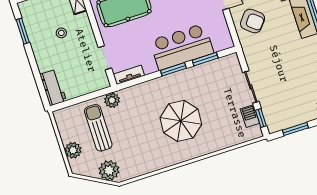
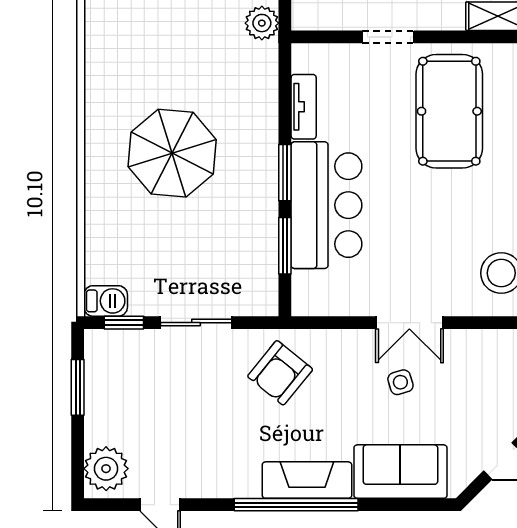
armchair: (253, 21) -> (280, 373), moved
doorway: (105, 58) -> (388, 37), moved
tv unit: (129, 75) -> (304, 107), moved
barbecue: (250, 116) -> (106, 301), moved

